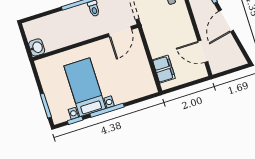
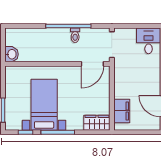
wardrobe: (143, 89) -> (97, 123), added

